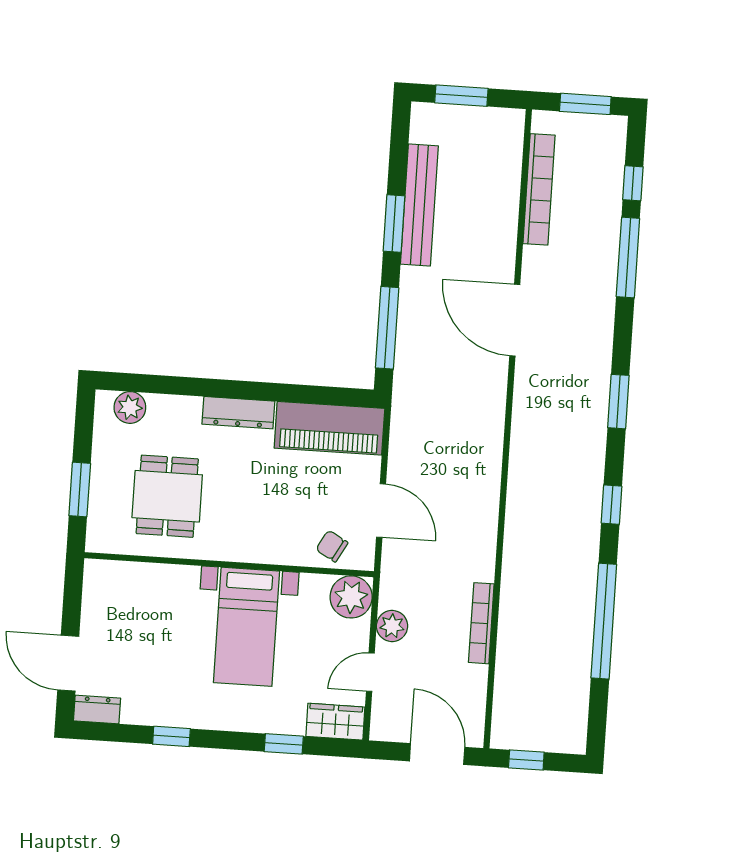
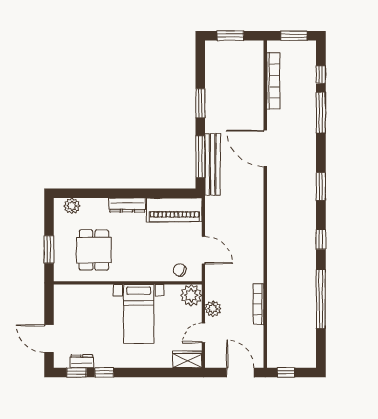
bench: (419, 205) -> (213, 164), moved
dresser: (97, 710) -> (82, 361), moved
window: (284, 744) -> (77, 372), moved

